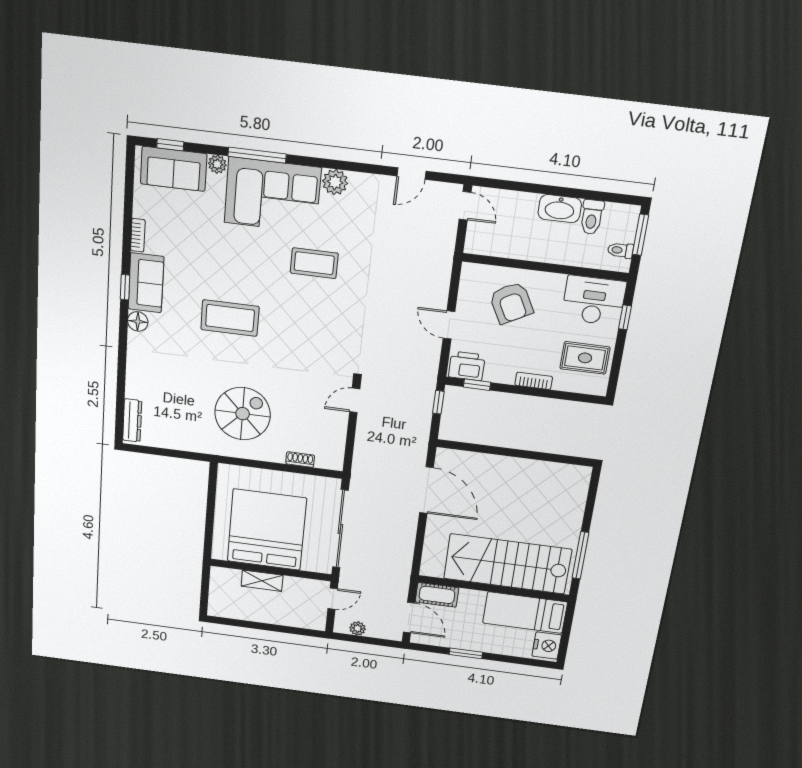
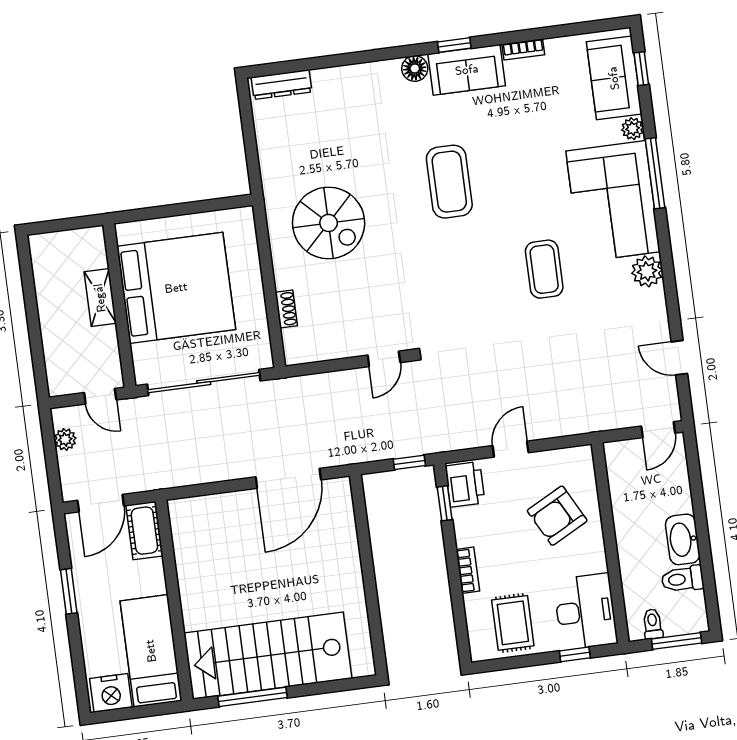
door: (355, 400) -> (384, 359), swing flipped
stairs: (507, 564) -> (268, 656), moved, turned -90

